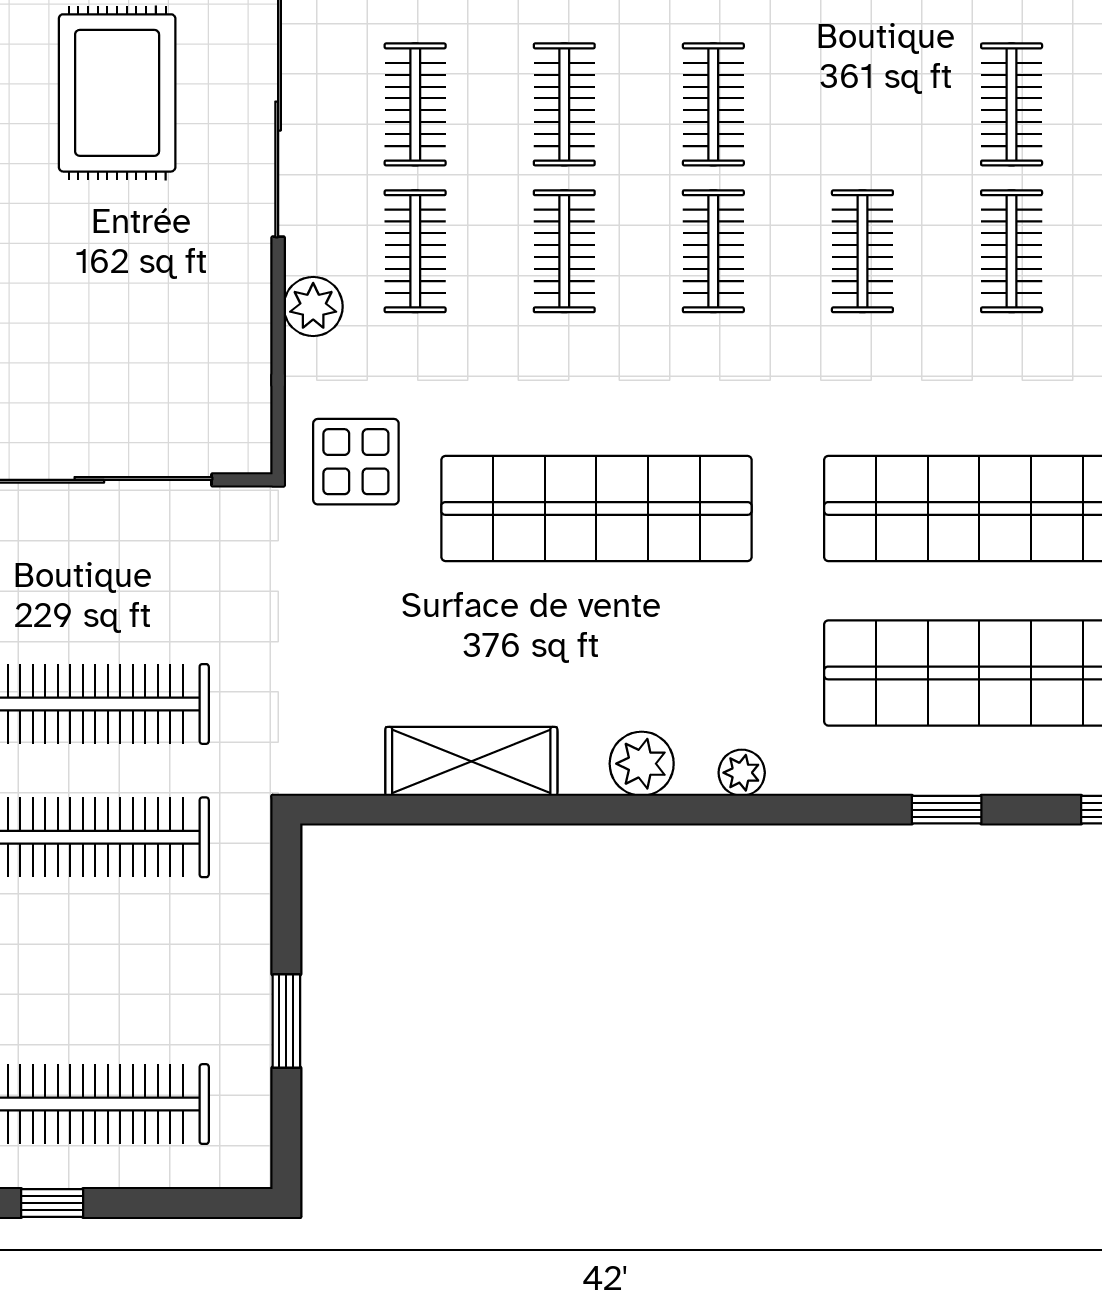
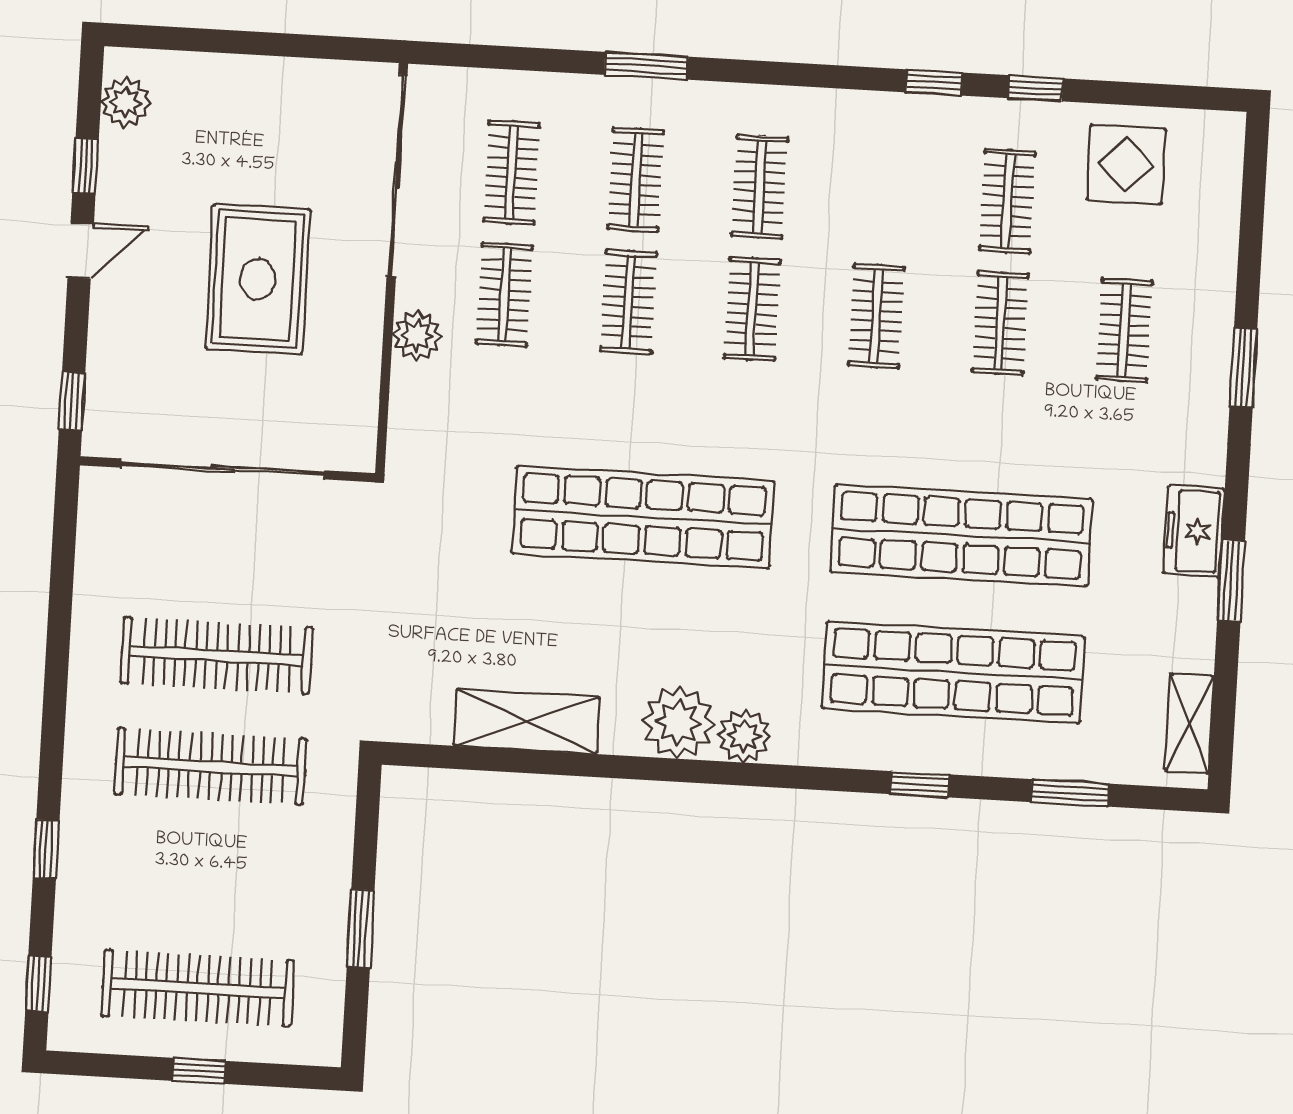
rug: (117, 93) -> (258, 279), moved
display table: (356, 462) -> (445, 467), removed
plant: (642, 764) -> (678, 722), width x1.36, depth x1.36
plant: (742, 773) -> (744, 736), width x1.38, depth x1.38
window: (52, 1203) -> (199, 1071), moved

